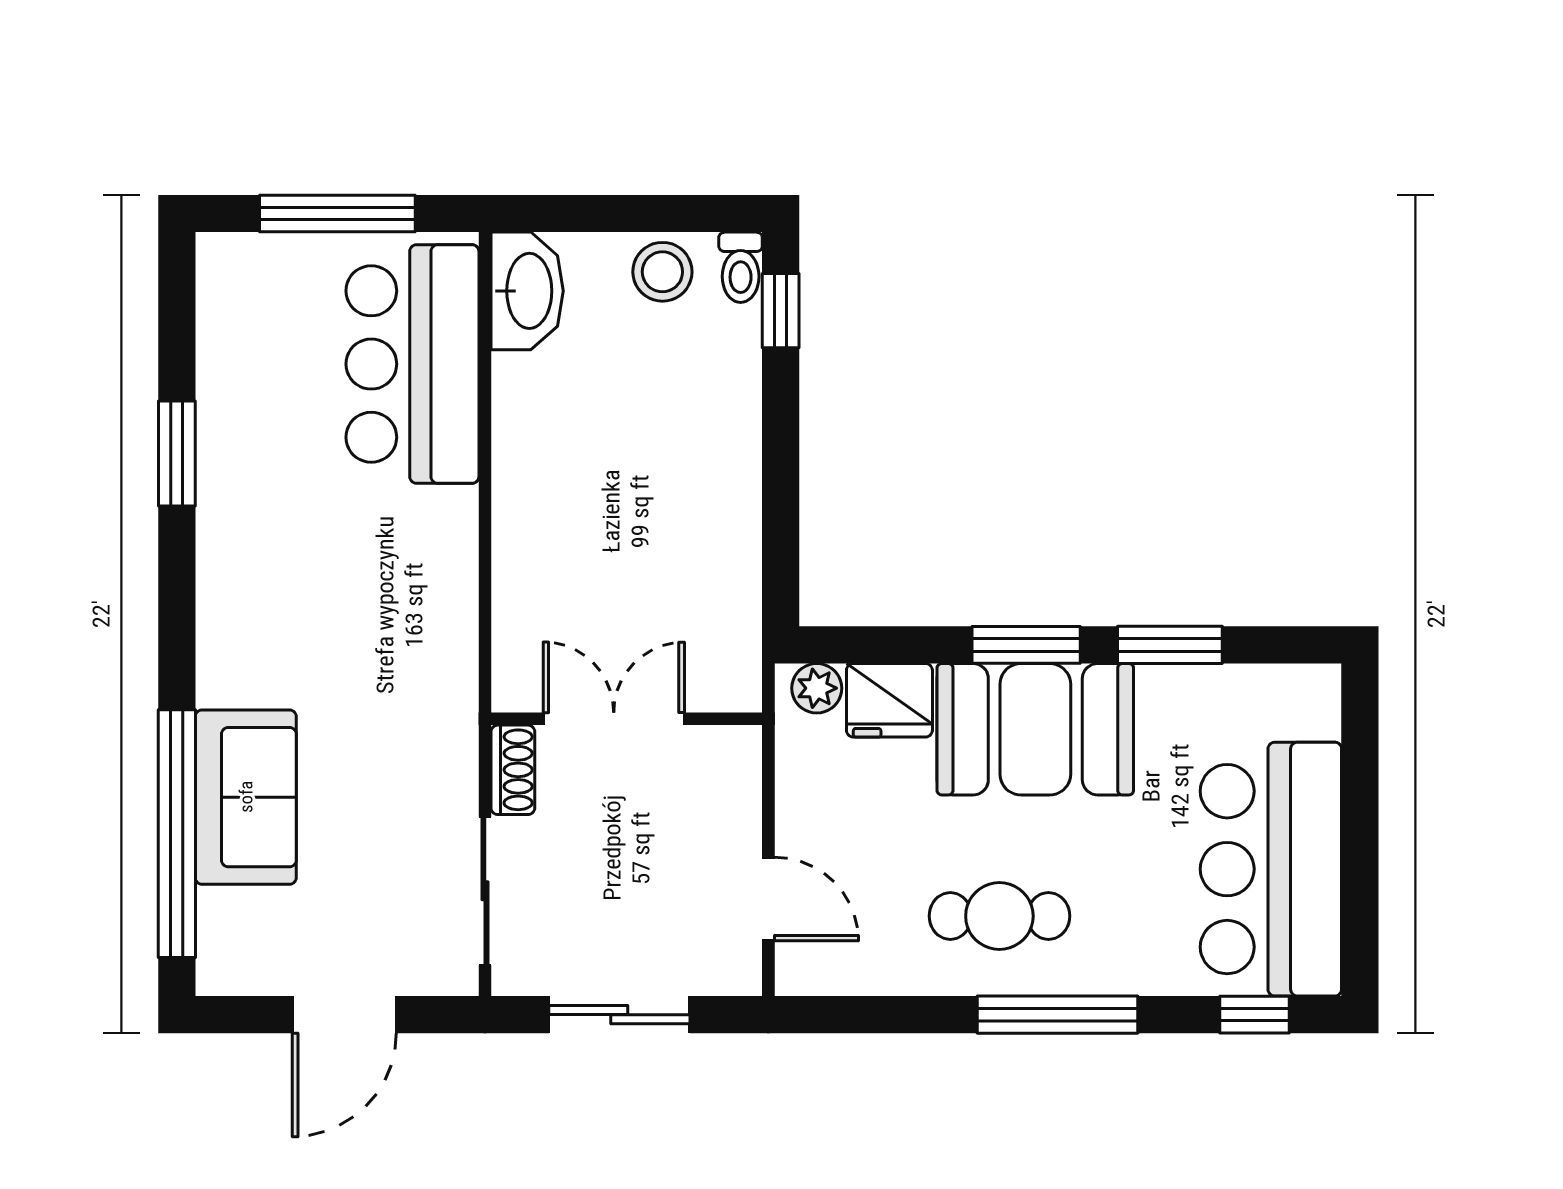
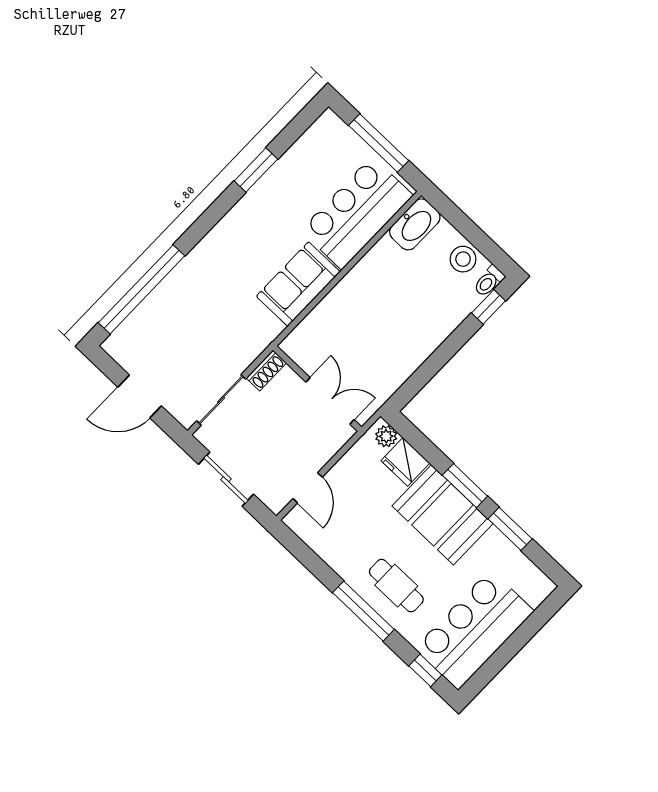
double door: (614, 719) -> (330, 401), moved
sofa: (246, 797) -> (298, 284), moved, turned 180
cafe table: (999, 916) -> (396, 586), moved

